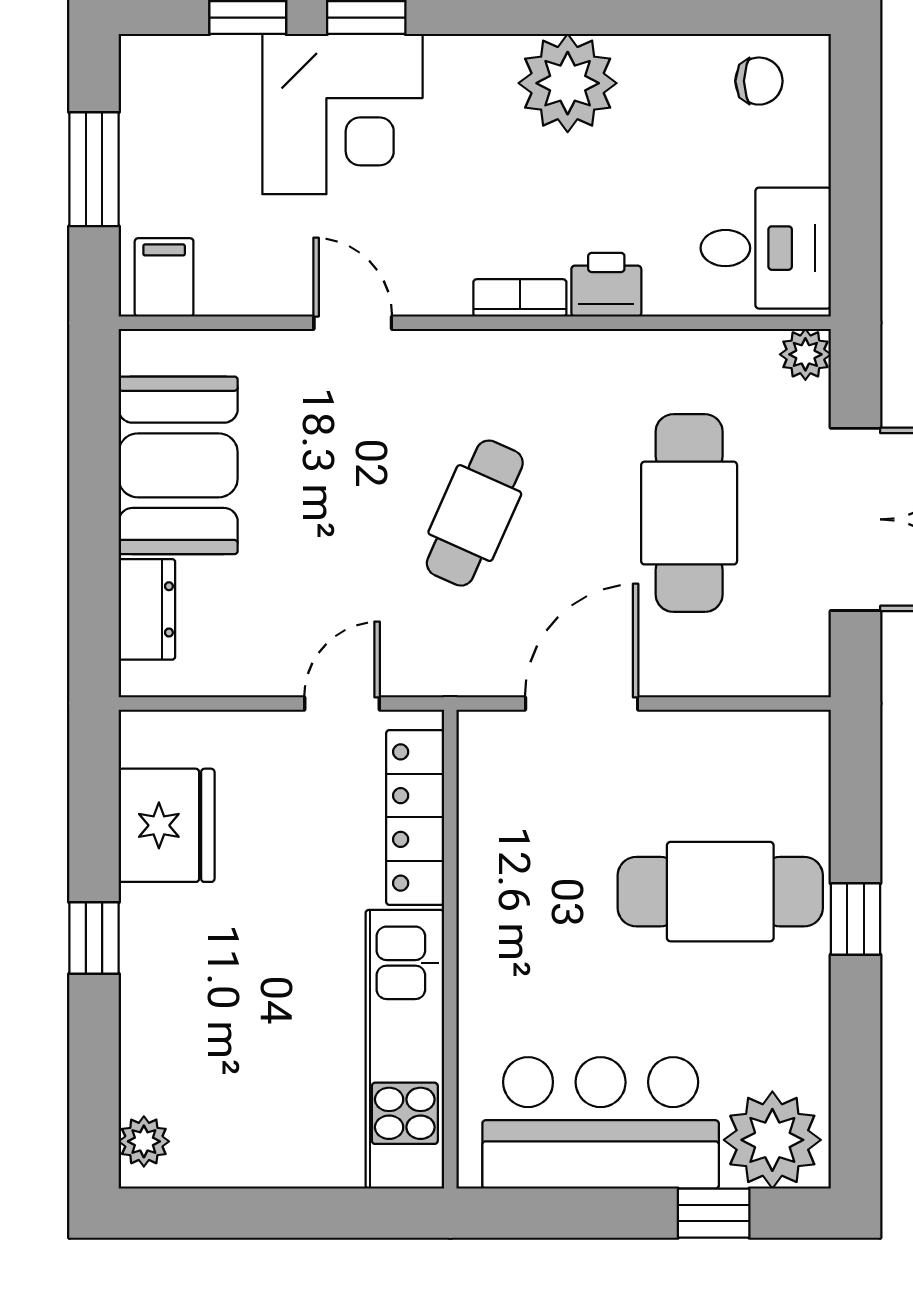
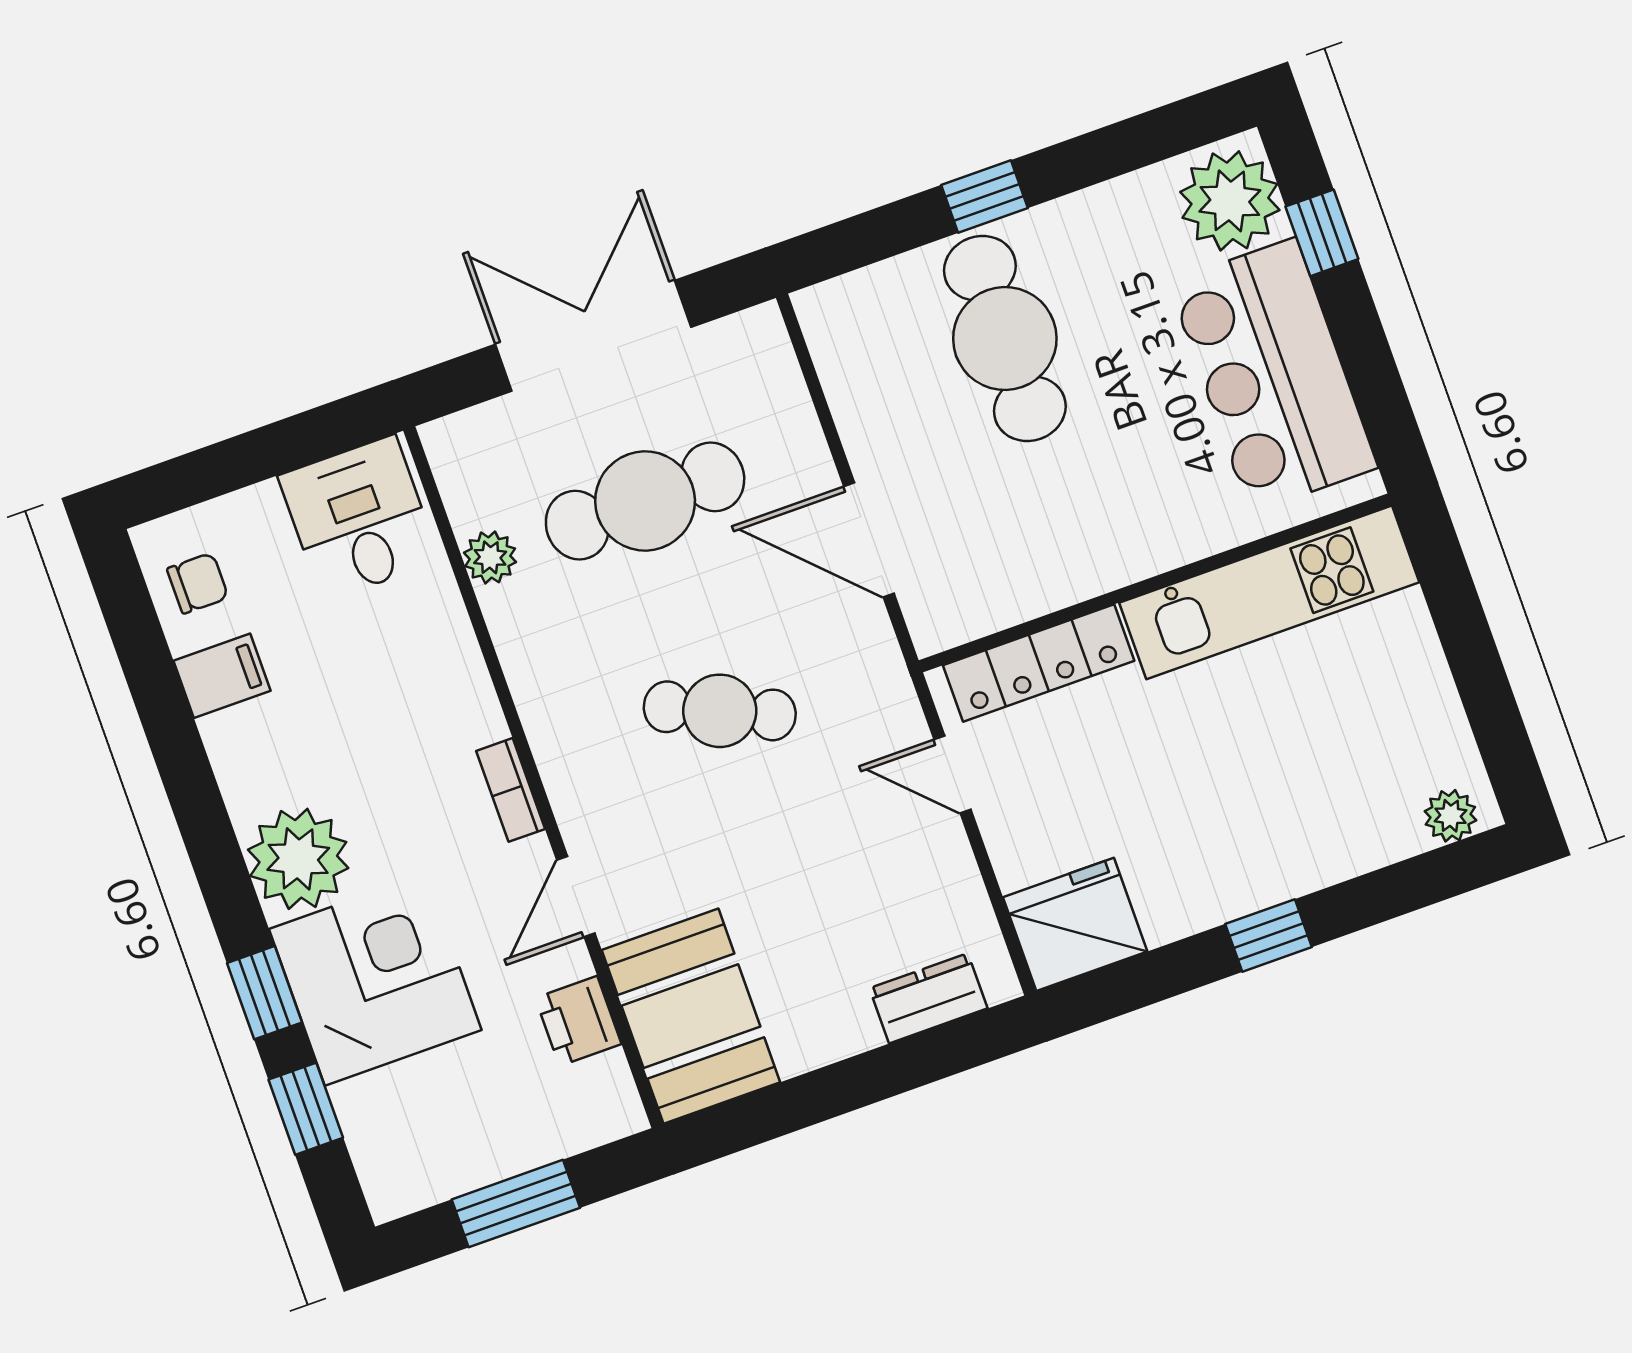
chair: (759, 81) -> (198, 583), turned 90
plant: (568, 83) -> (298, 859), moved
filing cabinet: (164, 277) -> (222, 676), moved, turned 180
printer: (606, 285) -> (578, 1021), moved
bookcase: (520, 298) -> (511, 790), moved
plant: (805, 354) -> (490, 557), moved
booth: (178, 465) -> (691, 1016), moved, turned 90
fridge: (167, 825) -> (1075, 924), moved

